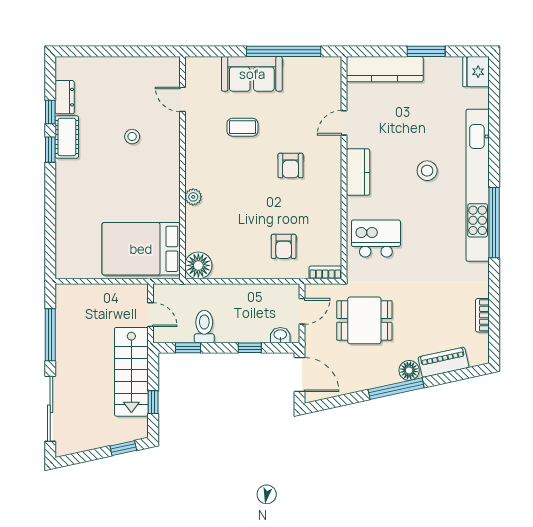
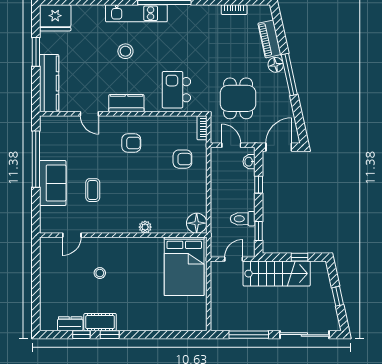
fridge: (476, 72) -> (55, 18), width x1.36, depth x1.34
armchair: (291, 166) -> (131, 143), moved
kitchen unit: (478, 185) -> (136, 13), width x0.54
window: (123, 448) -> (338, 296), moved

